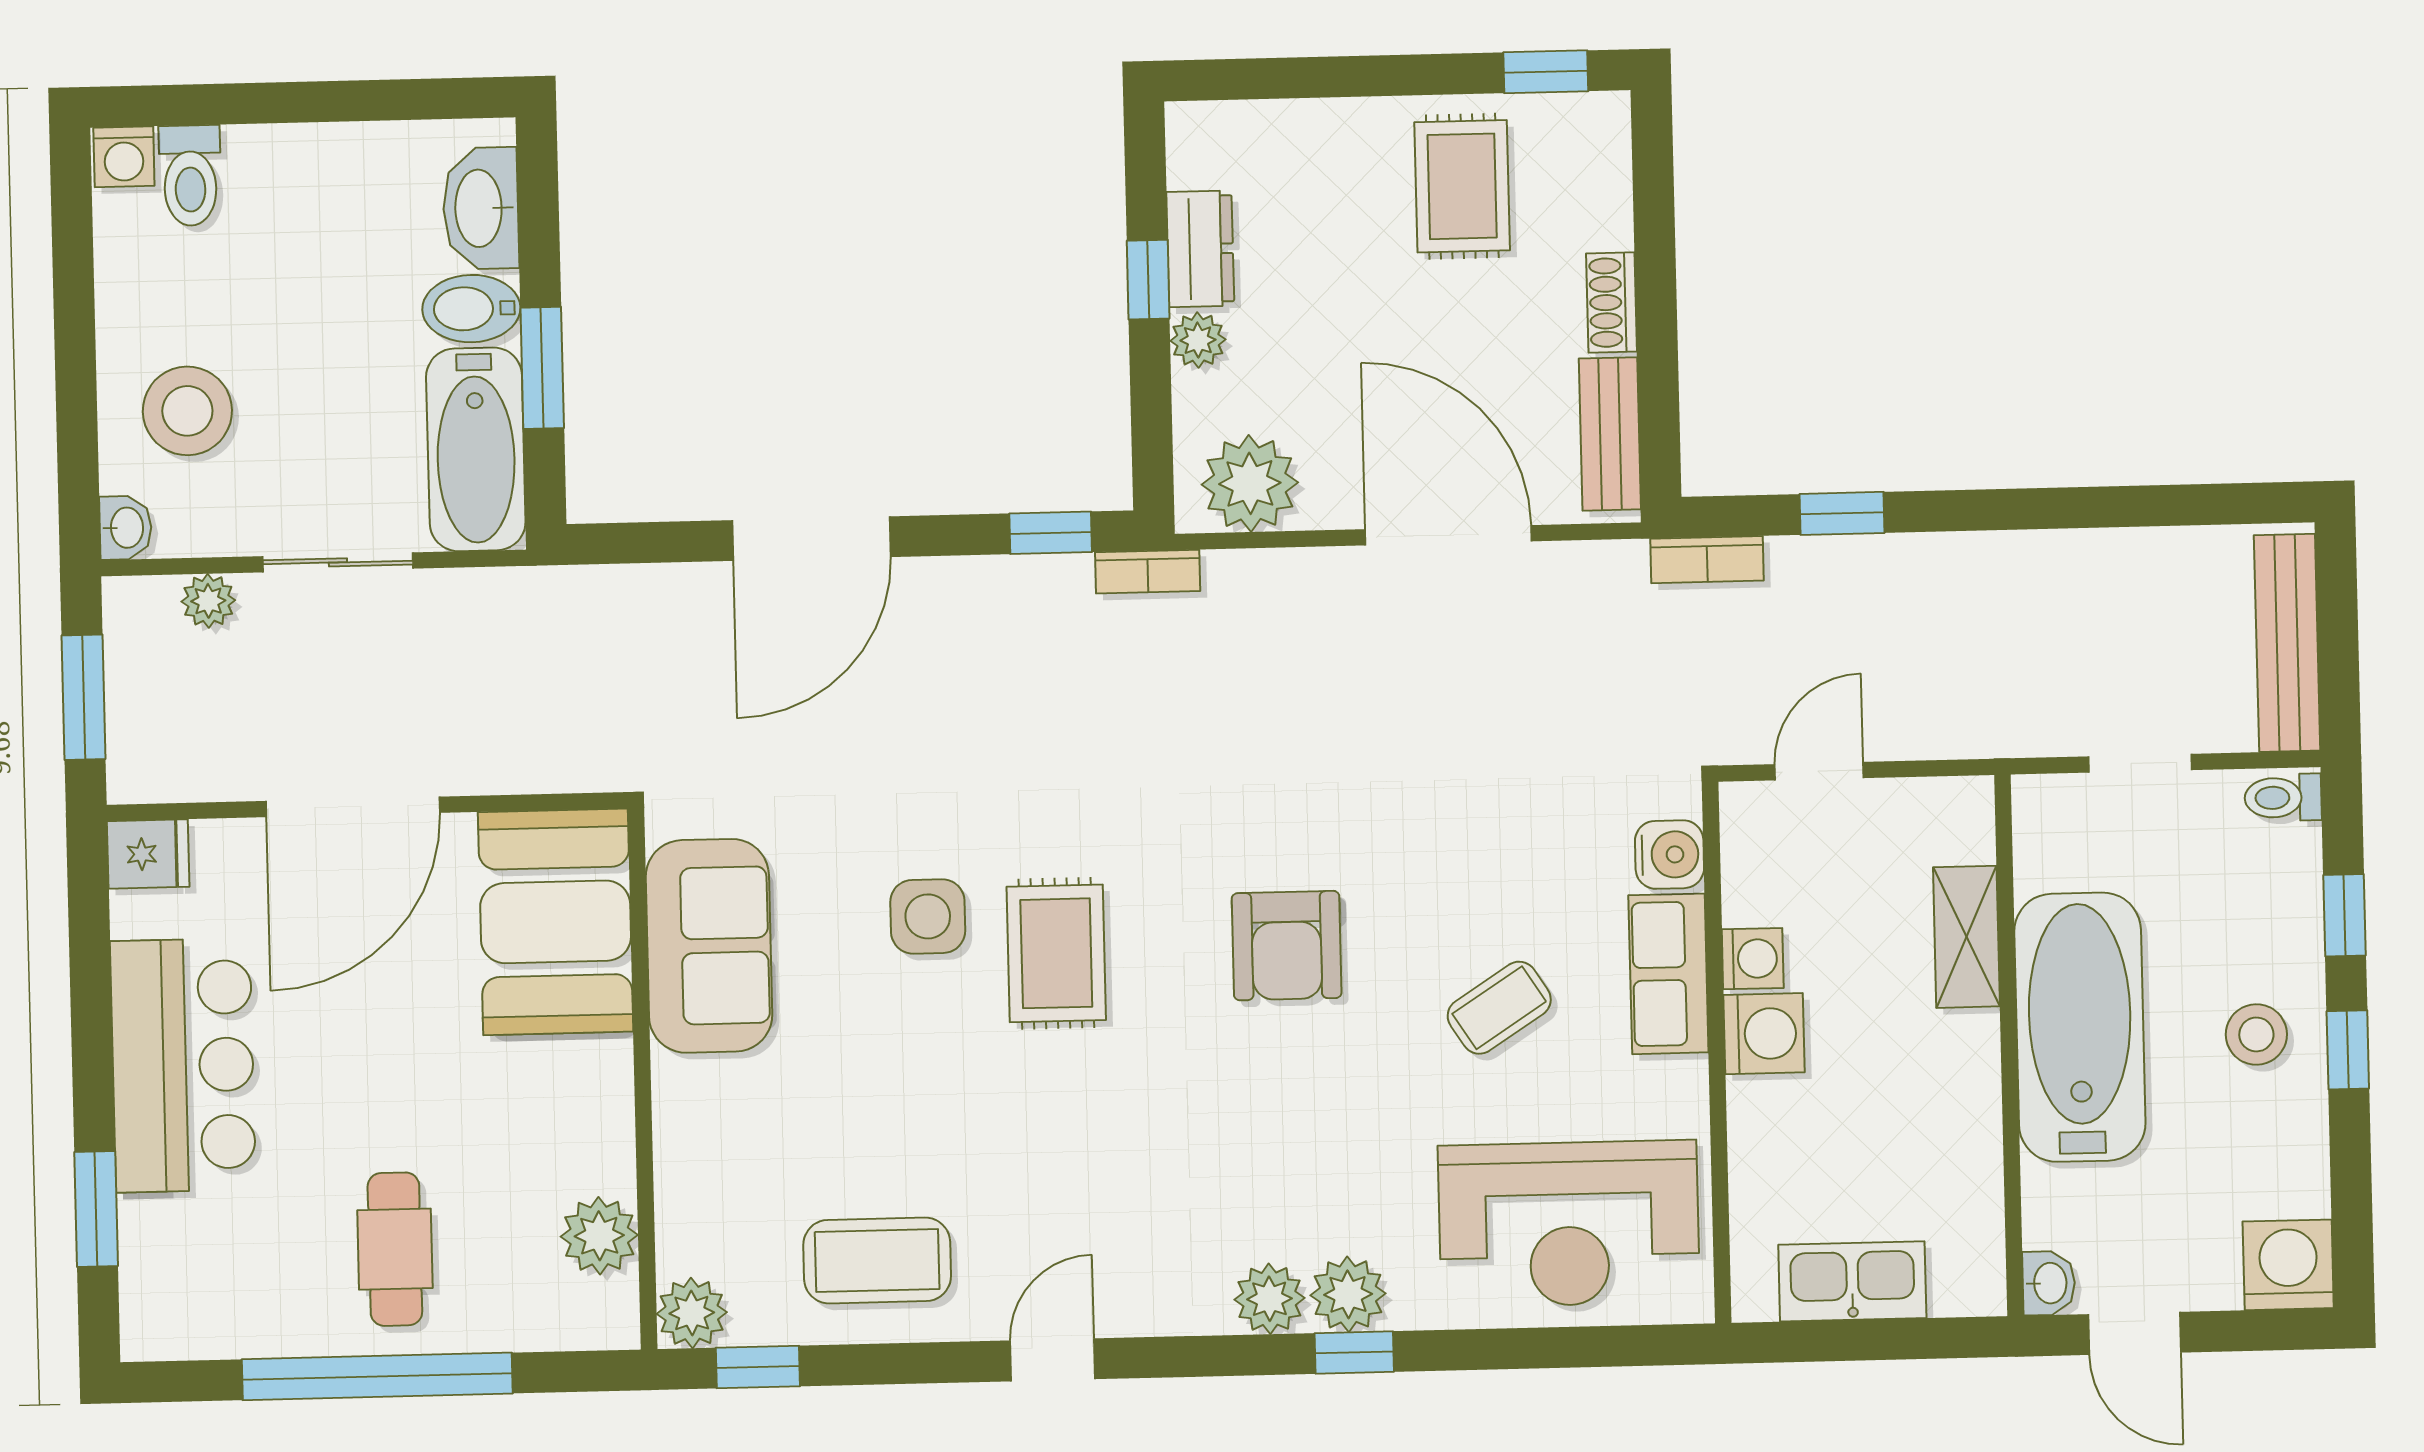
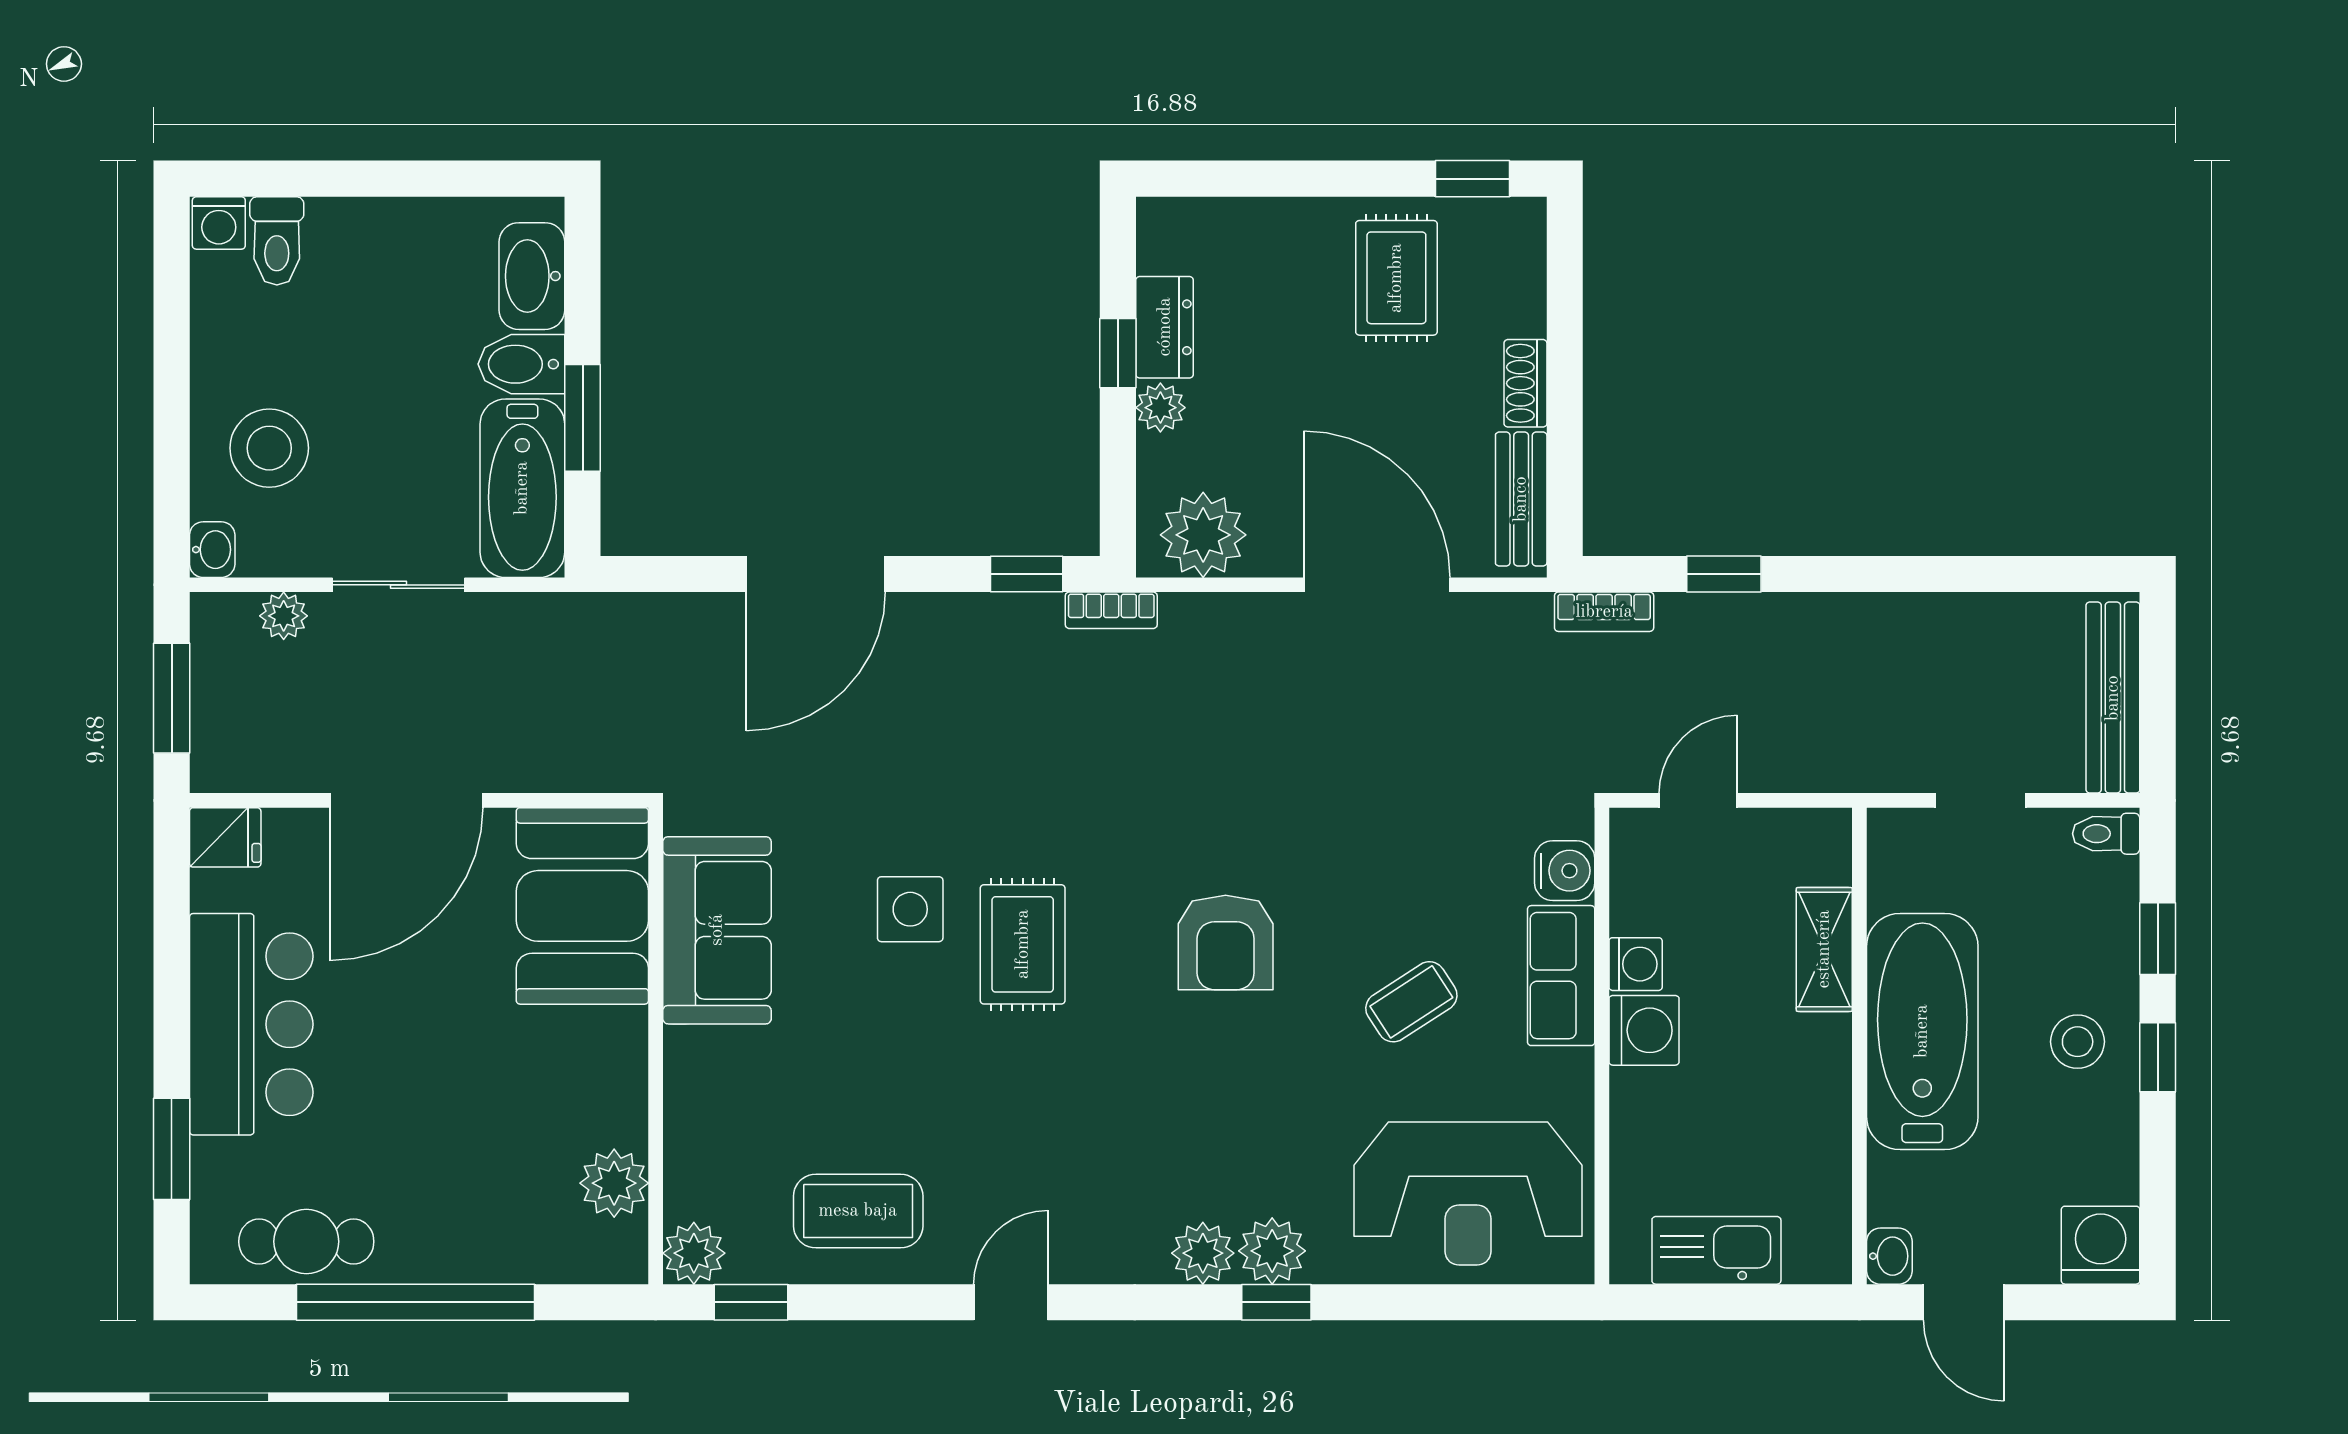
cafe table: (395, 1249) -> (306, 1242), moved, turned 90

